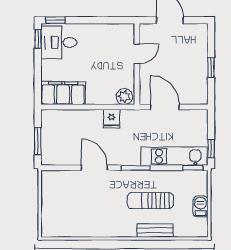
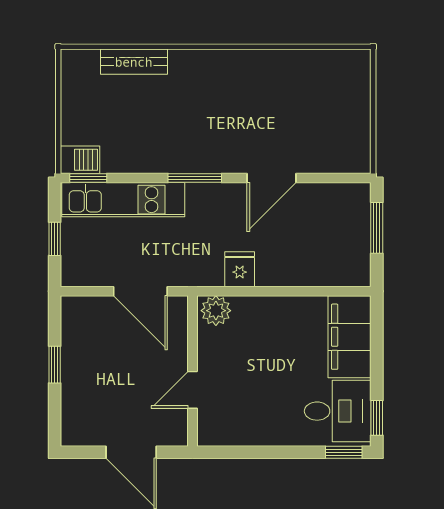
filing cabinet: (63, 93) -> (350, 337), moved, turned 90
window: (211, 149) -> (55, 239), moved
door: (94, 168) -> (272, 178), hinge flipped
sun lounger: (150, 201) -> (168, 117), removed
barbecue: (200, 206) -> (80, 160), moved, turned -90
bench: (155, 230) -> (134, 62), moved

